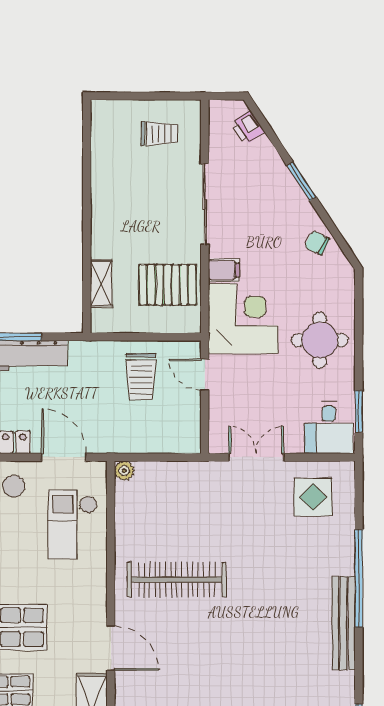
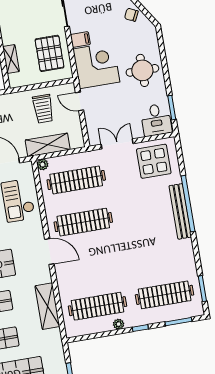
pallet: (168, 285) -> (49, 53), turned 90
shelving: (138, 439) -> (48, 145), added
display table: (313, 497) -> (154, 161), width x1.36, depth x1.36
clothes rail: (177, 506) -> (76, 180), added
bench: (344, 623) -> (180, 211), moved
door: (111, 648) -> (49, 252), moved

